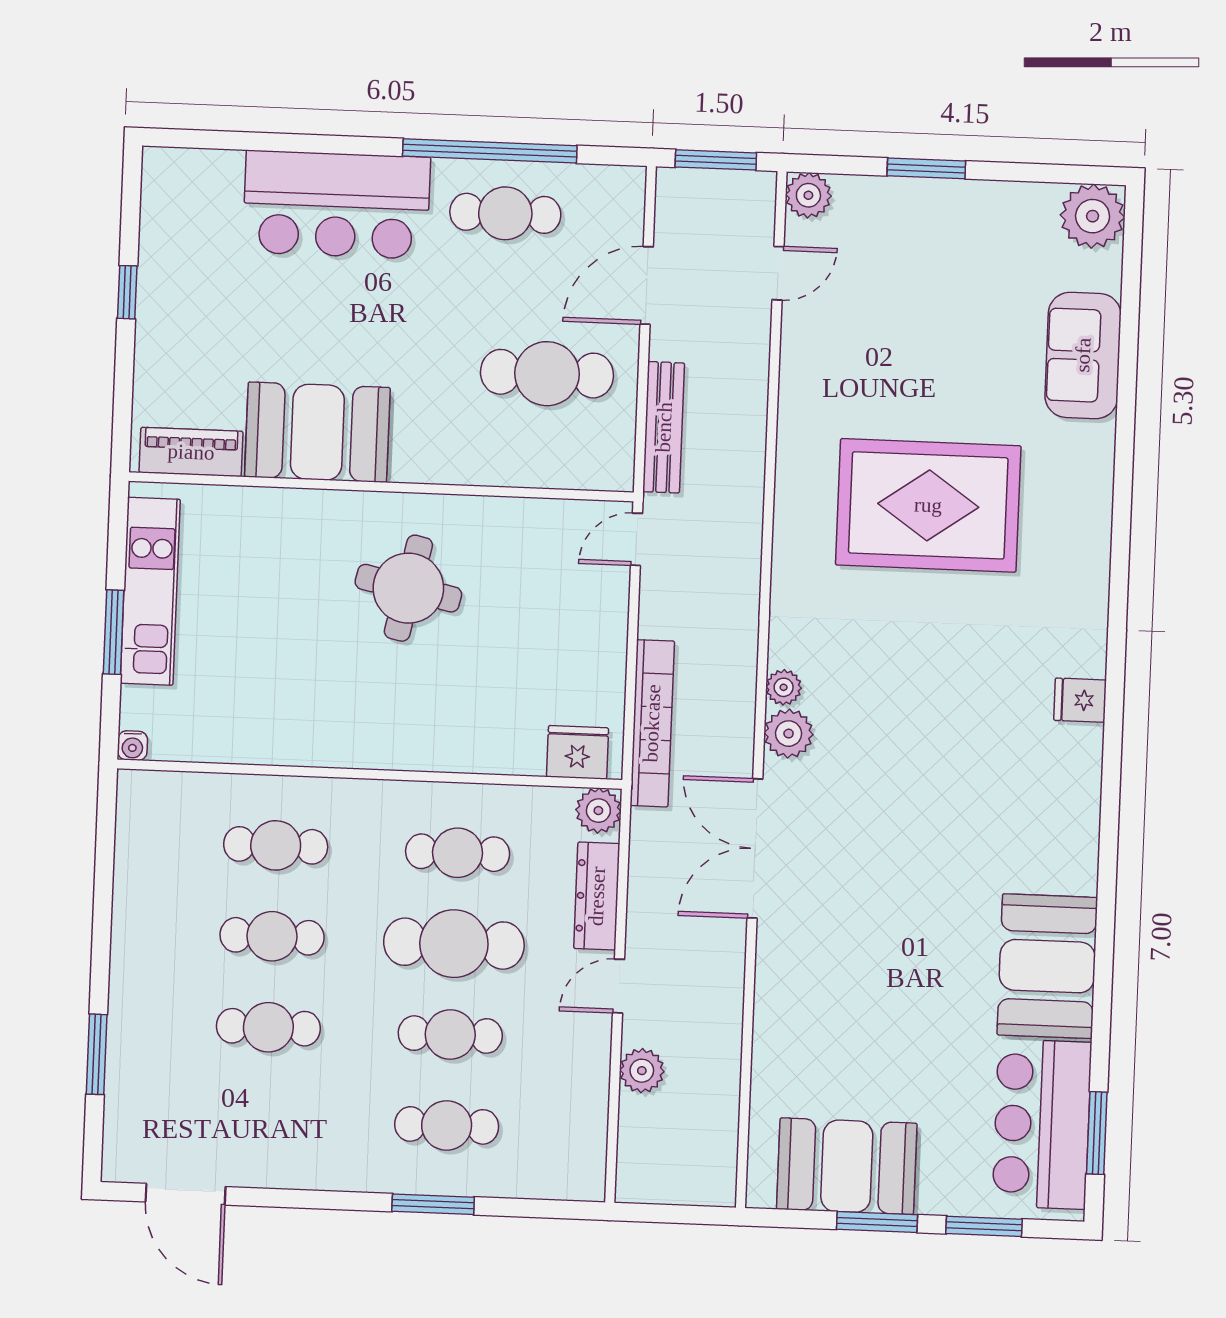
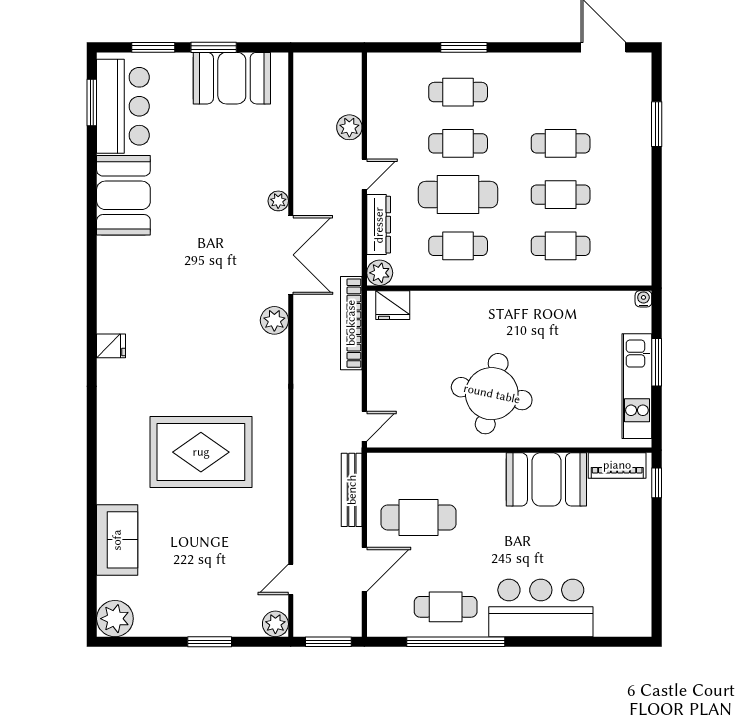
window: (127, 292) -> (657, 483), moved
round table: (408, 588) -> (492, 394), width x1.36, depth x1.36
plant: (784, 687) -> (278, 201), moved

